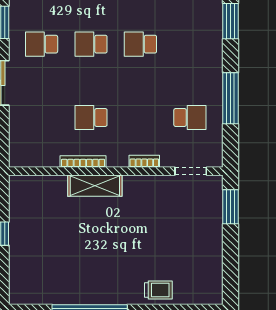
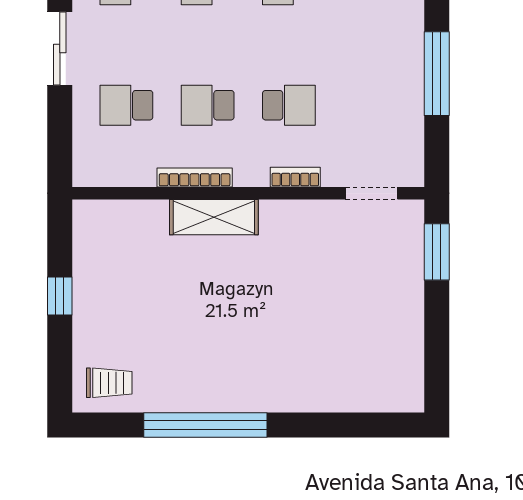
school desk: (42, 117) -> (126, 105), added
school desk: (190, 117) -> (289, 105), moved
trolley: (158, 290) -> (109, 383), moved

